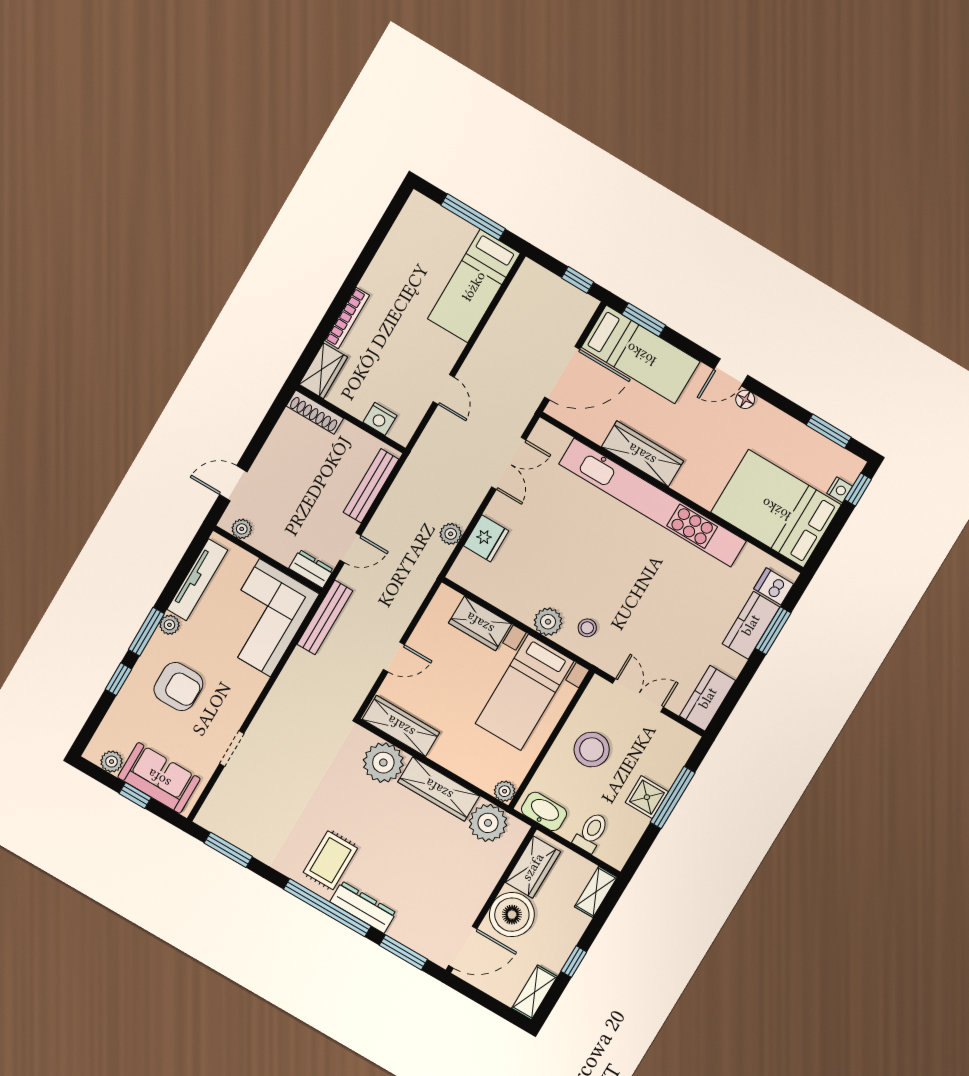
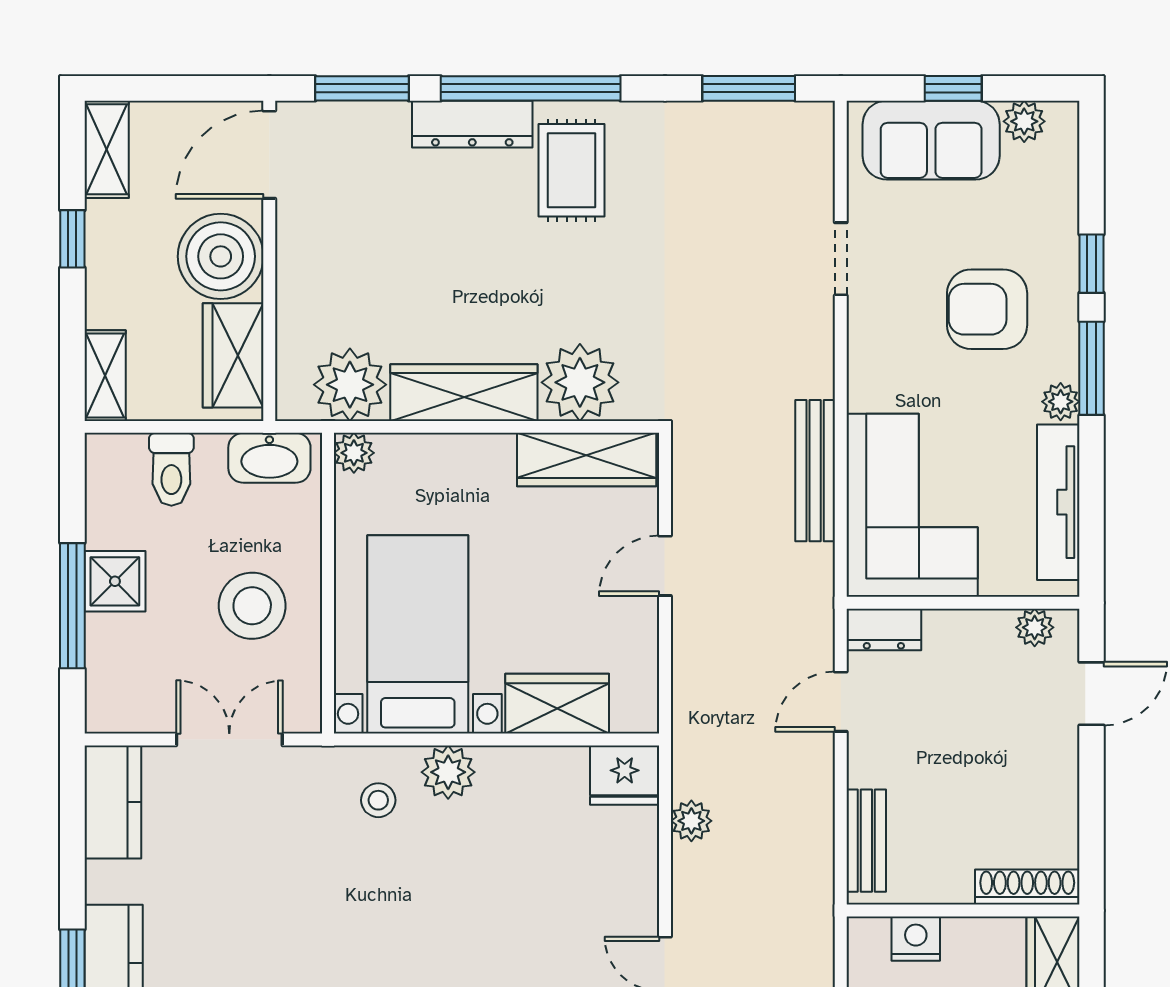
bench: (371, 486) -> (866, 841), width x0.73
fridge: (486, 538) -> (625, 775), moved, turned -90
bench: (325, 618) -> (815, 471), moved
double door: (638, 695) -> (229, 740), swing flipped

